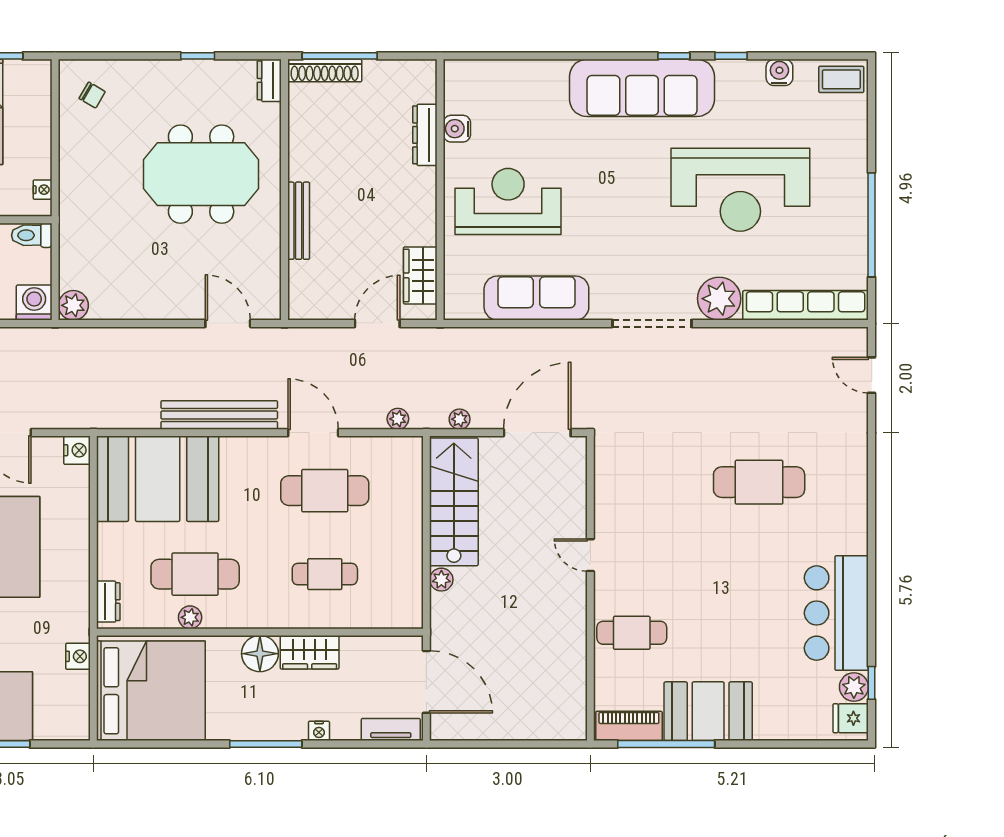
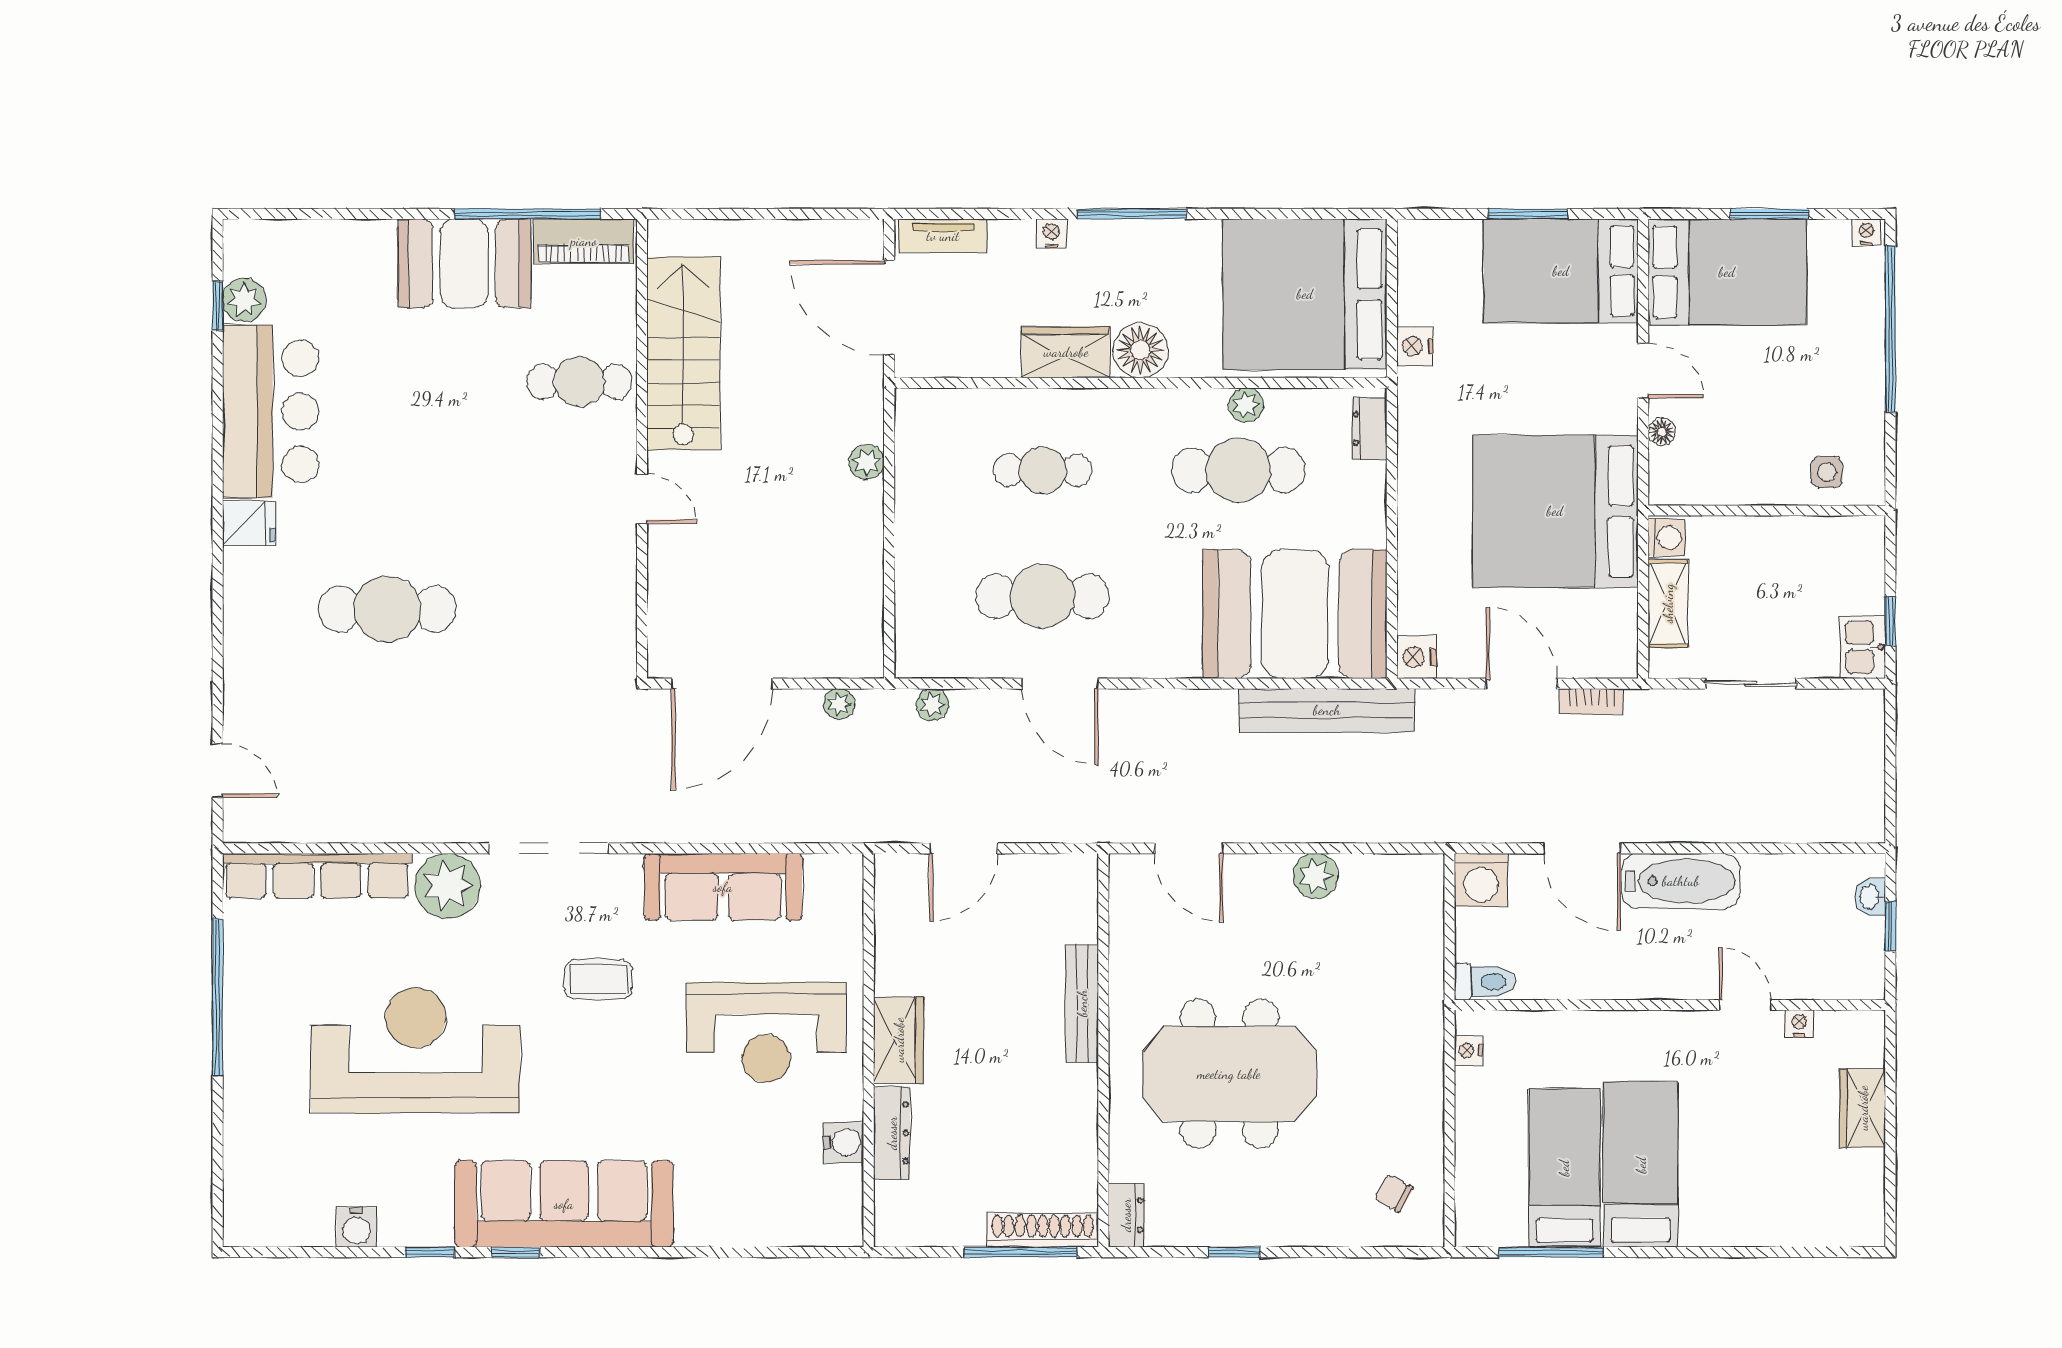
coffee table: (841, 79) -> (598, 979), moved
wardrobe: (420, 275) -> (899, 1040), moved
plant: (73, 305) -> (1316, 876), moved
bench: (219, 415) -> (1327, 710), moved
stairs: (454, 502) -> (683, 353), moved, turned 180
fridge: (851, 718) -> (249, 524), moved

